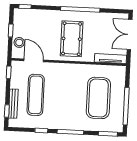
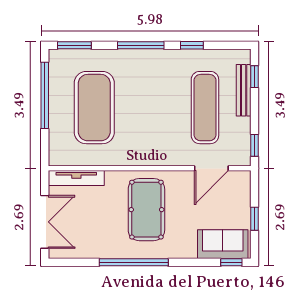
sofa: (29, 17) -> (223, 244), added
stool: (19, 42) -> (238, 199), removed
door: (34, 60) -> (211, 168), hinge flipped

